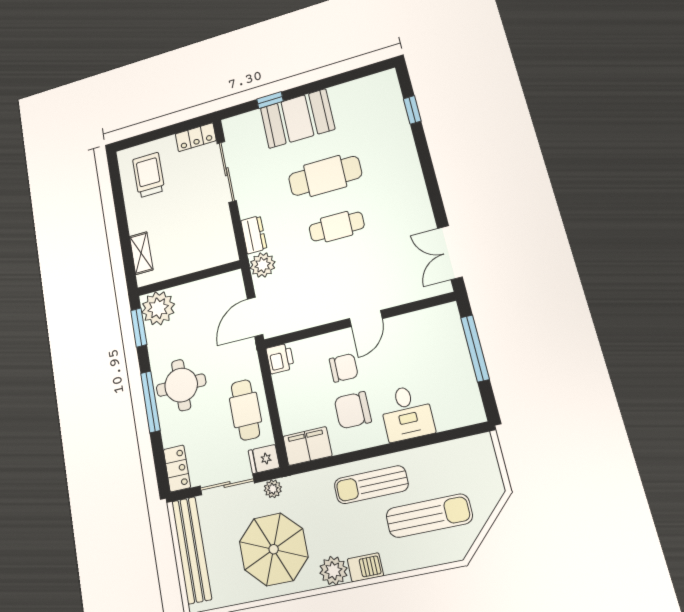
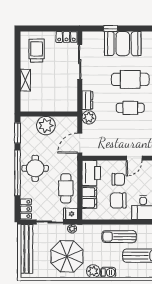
shelving: (141, 253) -> (25, 80), moved
plant: (158, 308) -> (46, 126), moved
printer: (280, 358) -> (91, 173), width x1.87, depth x1.48
window: (150, 402) -> (18, 173), width x1.46
filing cabinet: (307, 446) -> (89, 198), moved, turned 90

